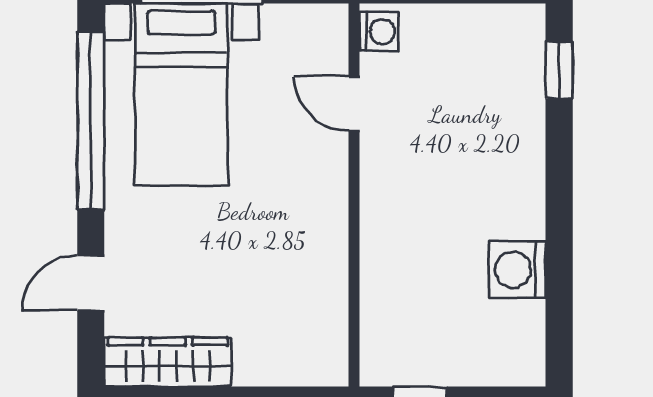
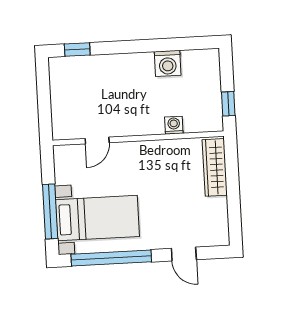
washing machine: (379, 32) -> (174, 125), moved
wardrobe: (168, 362) -> (215, 167), moved

